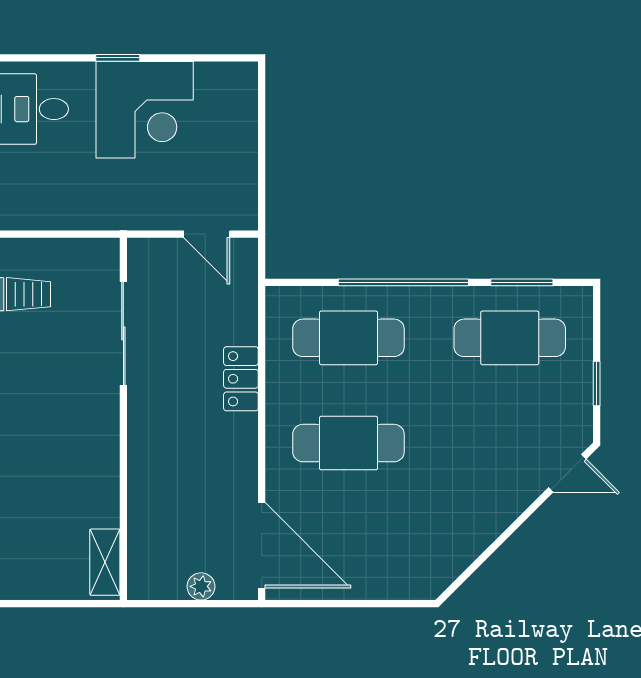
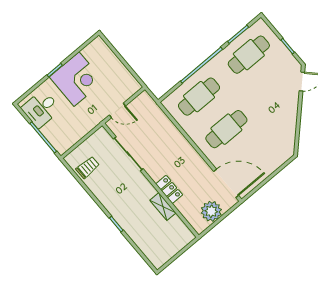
door: (207, 234) -> (117, 110), moved
locker: (241, 379) -> (169, 189), moved, turned 180
shelving: (105, 562) -> (163, 207), moved
plant: (201, 586) -> (211, 211), width x1.88, depth x1.88

